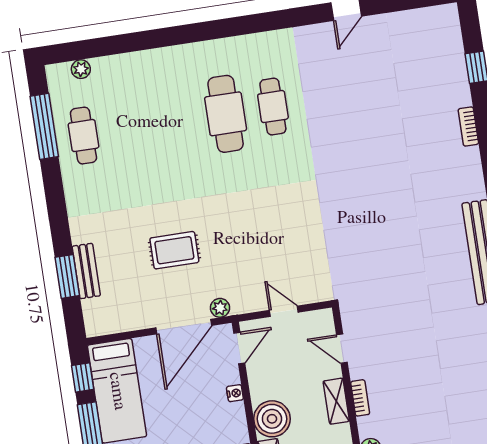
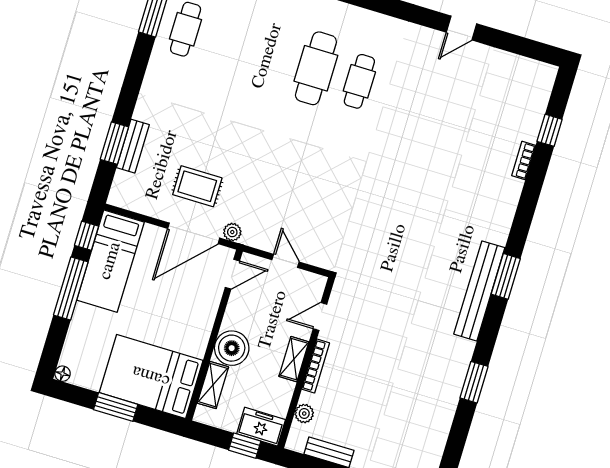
bookcase: (468, 127) -> (524, 161), moved
rug: (174, 250) -> (197, 186), moved
door: (342, 349) -> (320, 316), hinge flipped
nightstand: (235, 393) -> (210, 311), removed
bookcase: (360, 398) -> (316, 366), width x1.56

